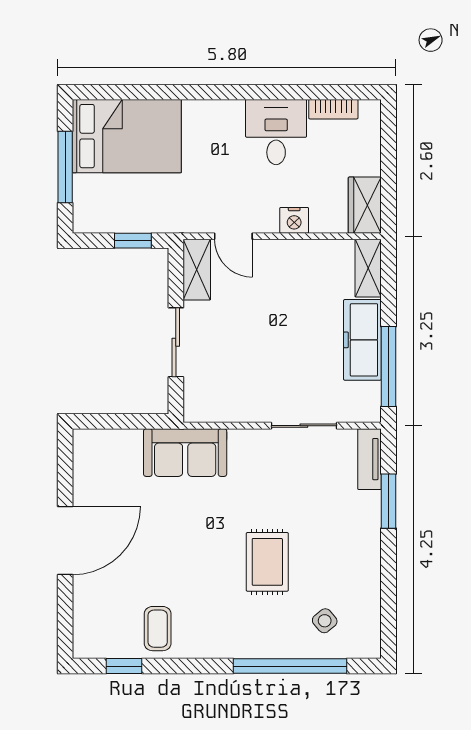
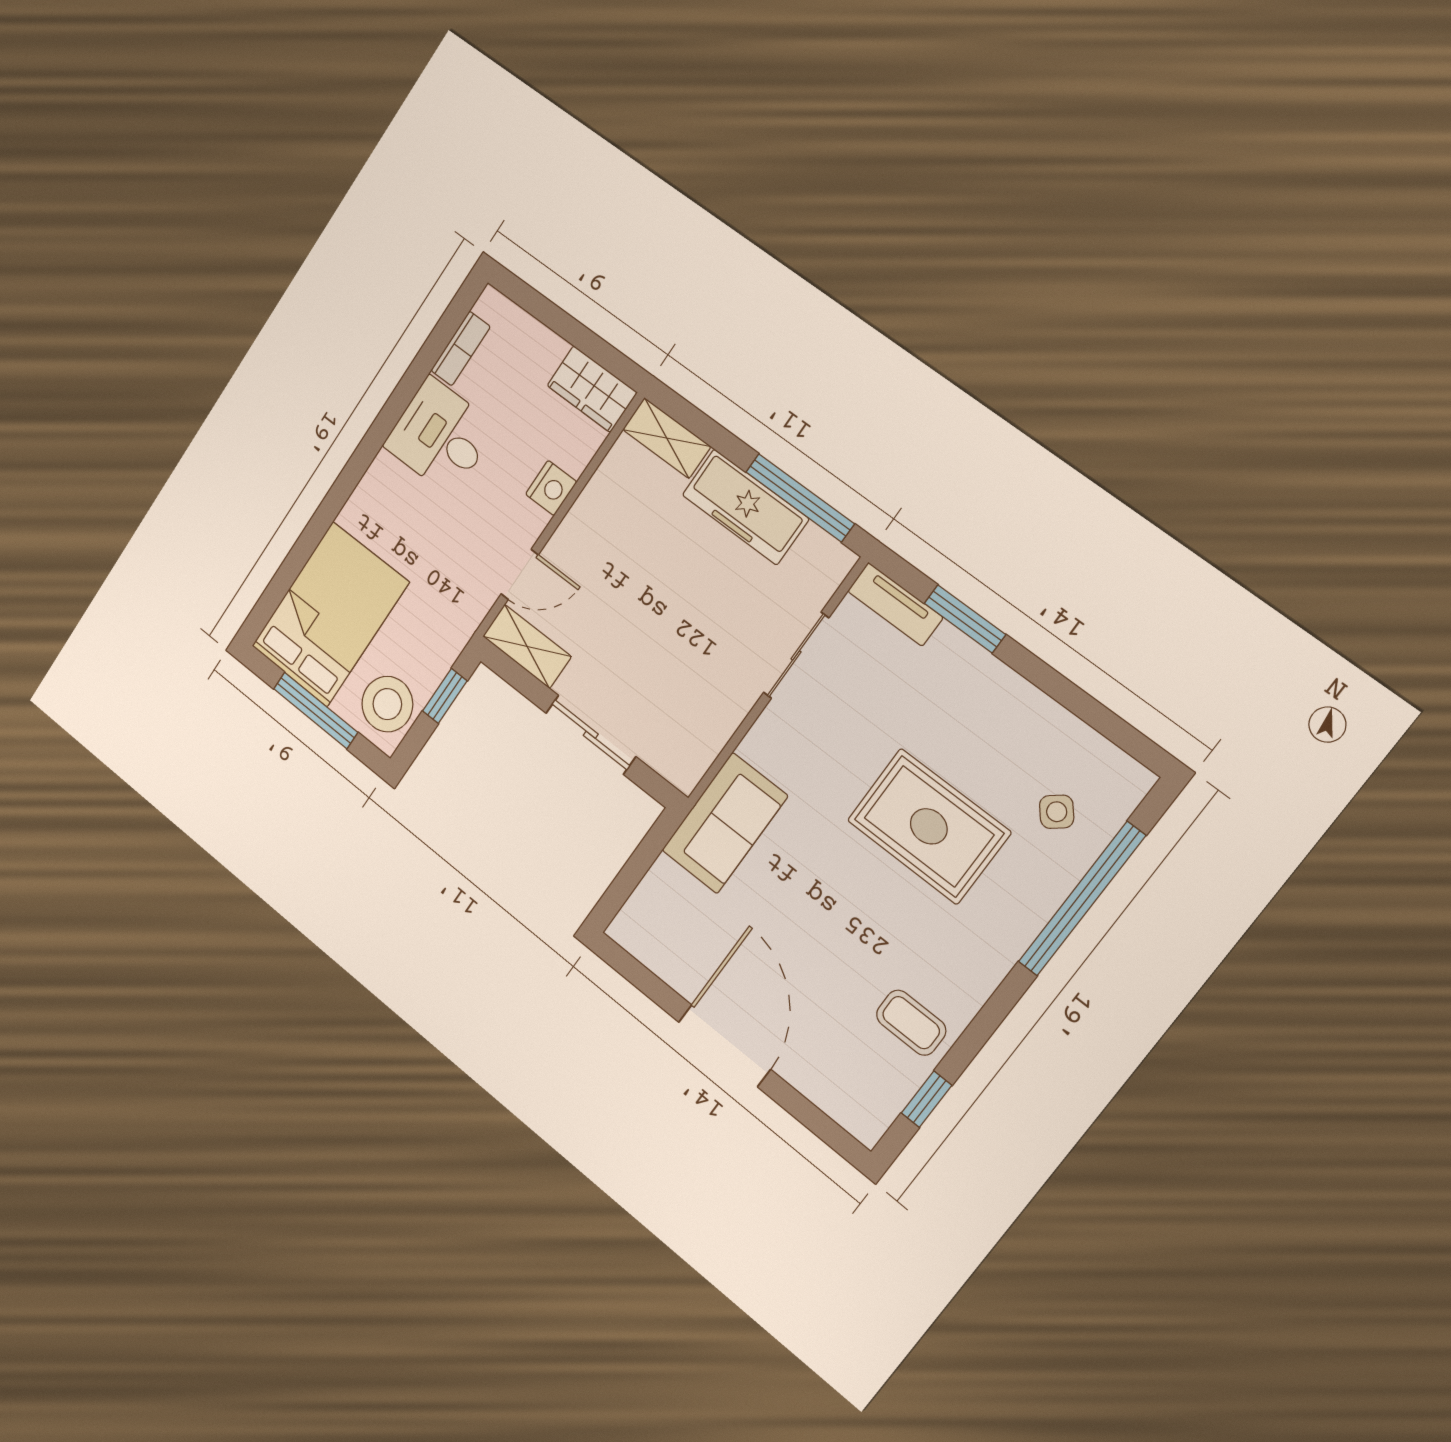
stool: (102, 209) -> (387, 704), added
rug: (267, 562) -> (929, 826), width x1.36, depth x1.43

